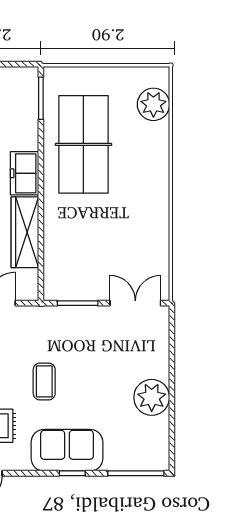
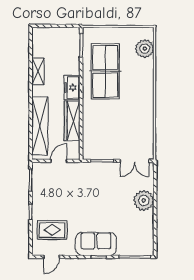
double door: (135, 303) -> (134, 161), swing flipped
coffee table: (44, 381) -> (83, 205), removed
plant: (152, 397) -> (144, 200), moved

